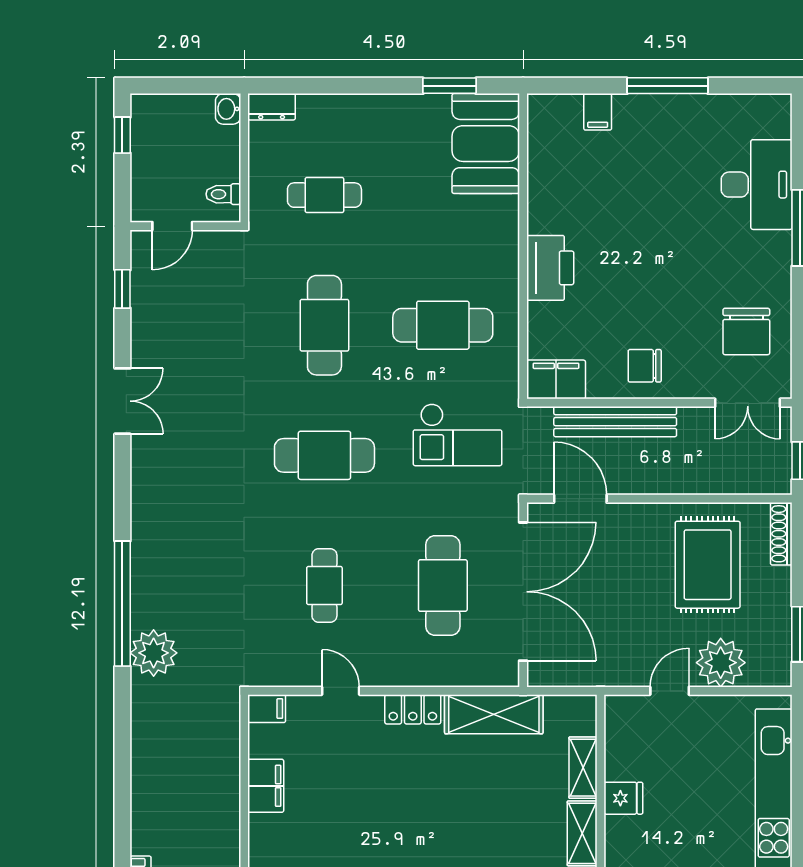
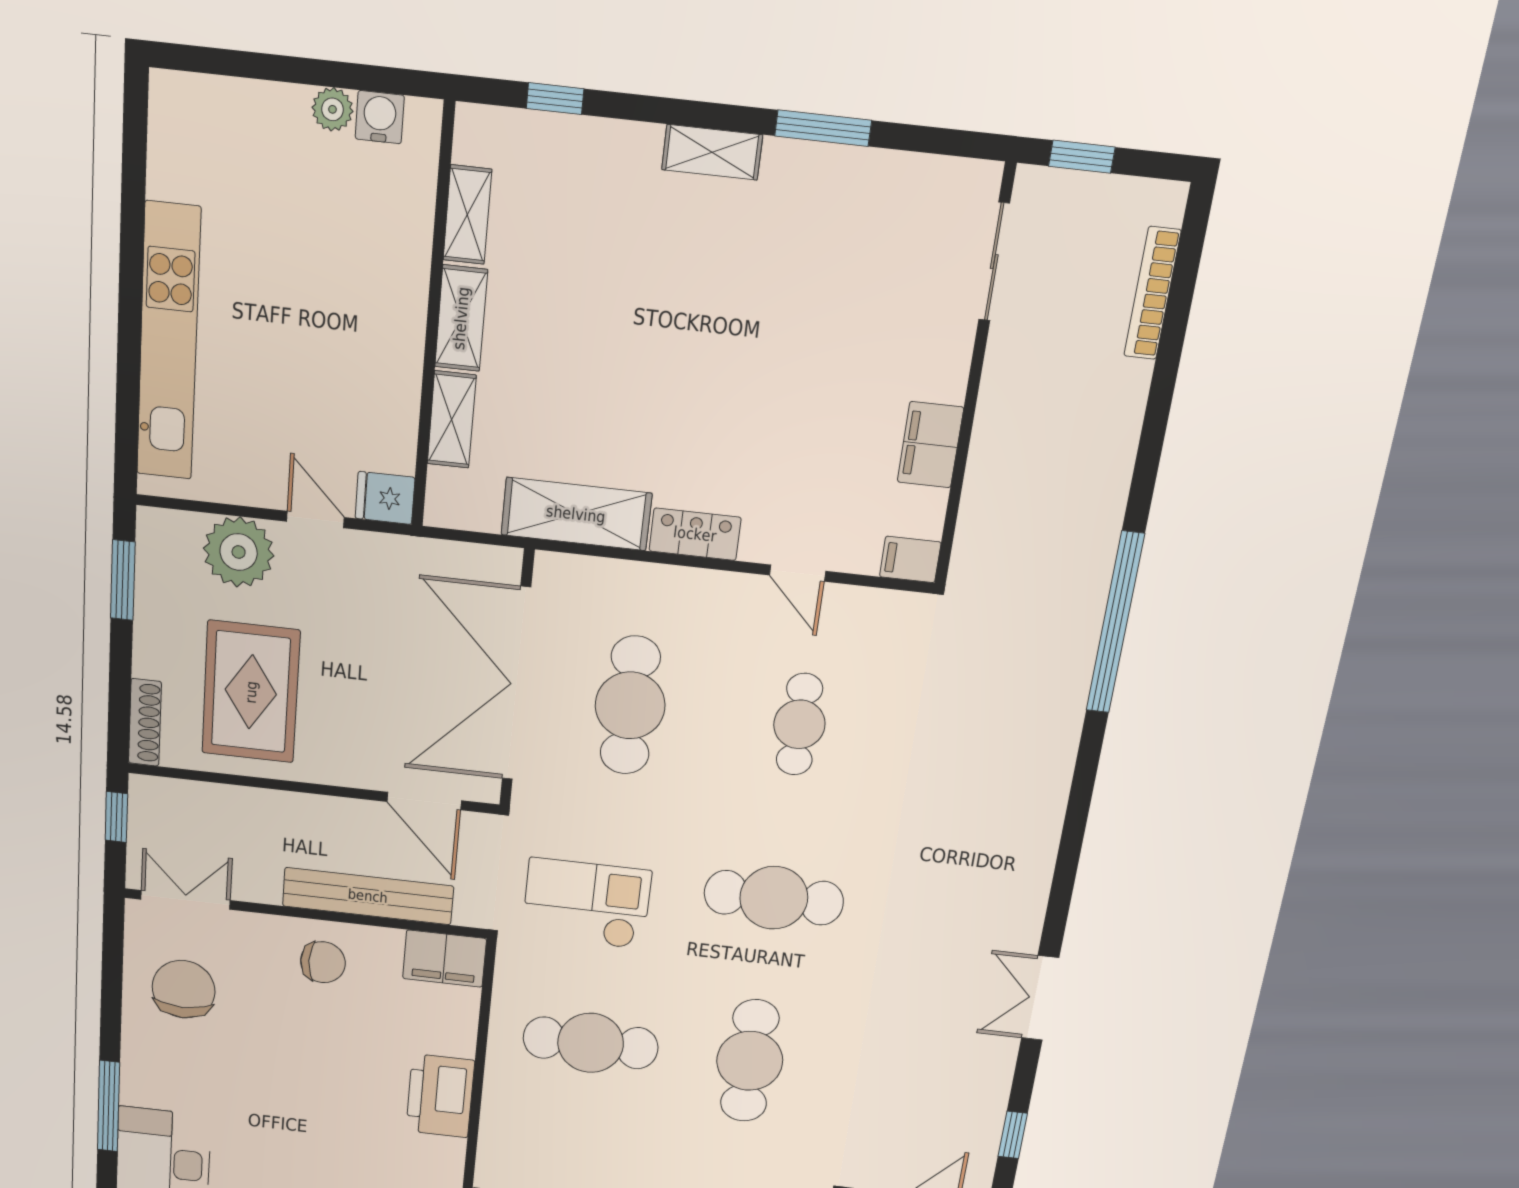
window: (122, 604) -> (1115, 623), moved
plant: (154, 653) -> (1062, 658), removed
door: (670, 691) -> (315, 519), swing flipped
fridge: (623, 798) -> (385, 498), moved

